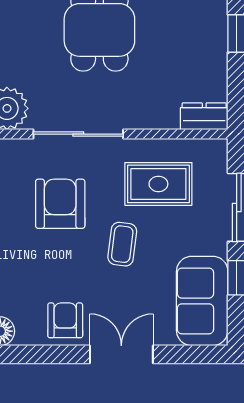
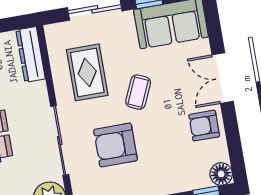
dresser: (204, 116) -> (31, 54), width x1.44
coffee table: (122, 244) -> (138, 92), turned -73

